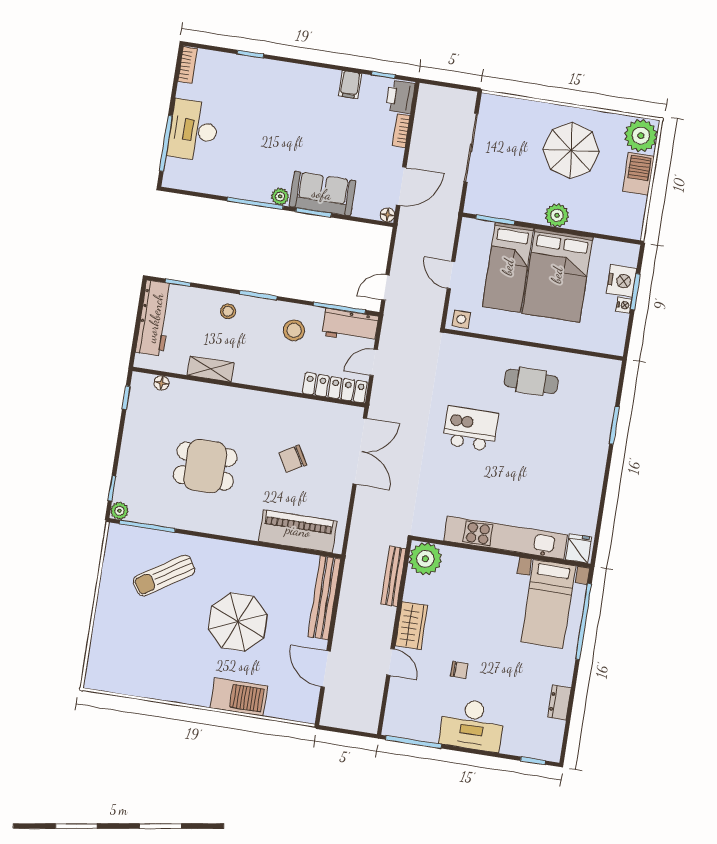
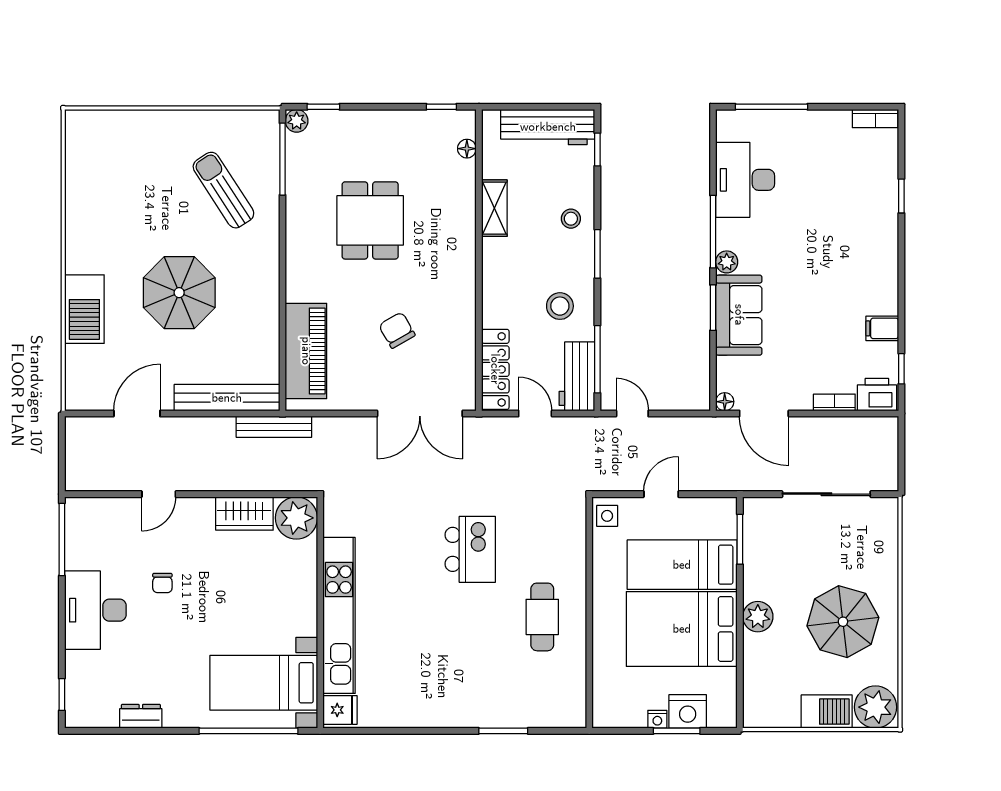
desk: (193, 130) -> (745, 180), moved, turned -90
bench: (393, 576) -> (274, 427), moved
wardrobe: (411, 626) -> (244, 514), moved

